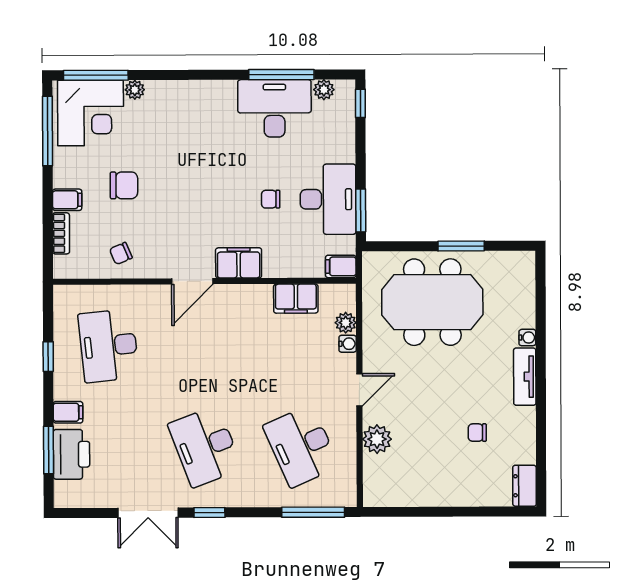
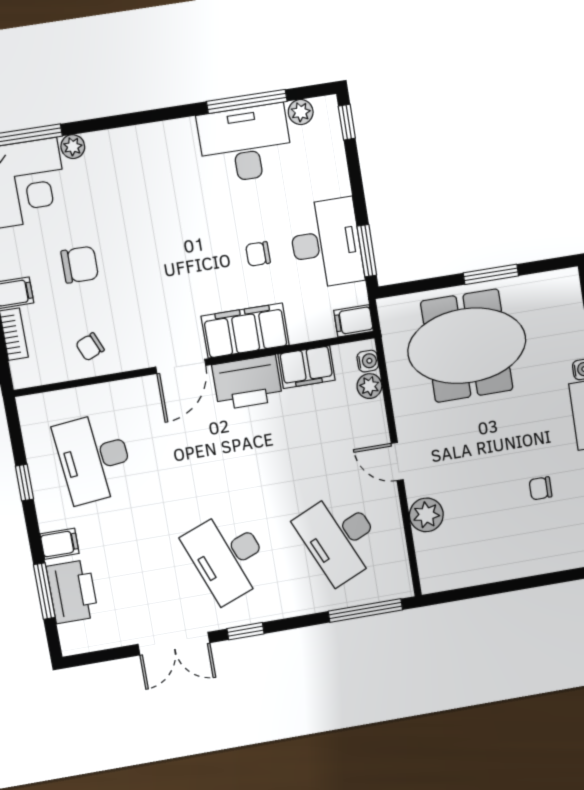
filing cabinet: (239, 263) -> (245, 331), width x1.50, depth x1.17
printer: (245, 304) -> (247, 383), added
water cooler: (348, 344) -> (368, 361), moved
door: (359, 390) -> (397, 461), swing flipped

